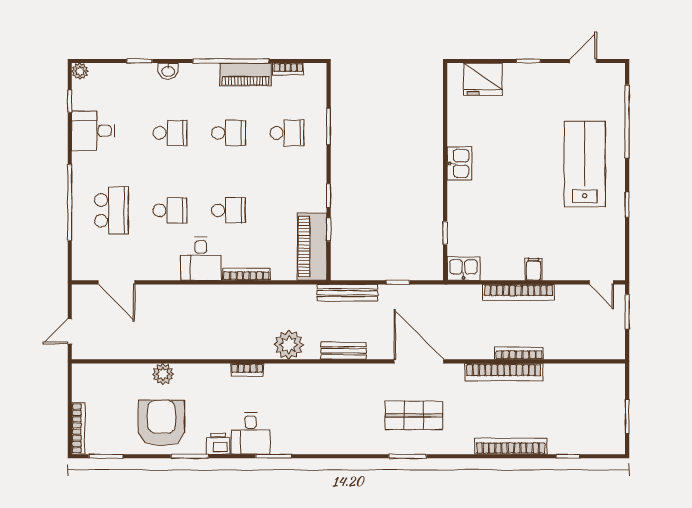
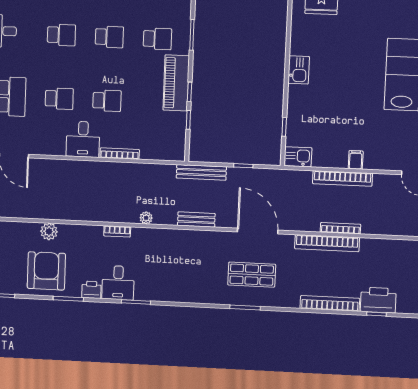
piano: (312, 247) -> (176, 83), moved
plant: (289, 345) -> (146, 218), width x0.53, depth x0.53
printer: (569, 439) -> (378, 300), added

